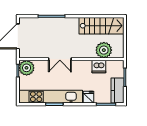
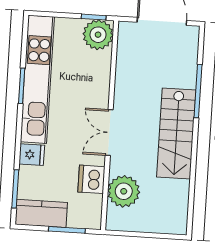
stairs: (101, 26) -> (176, 134), moved
double door: (60, 59) -> (109, 133), moved

